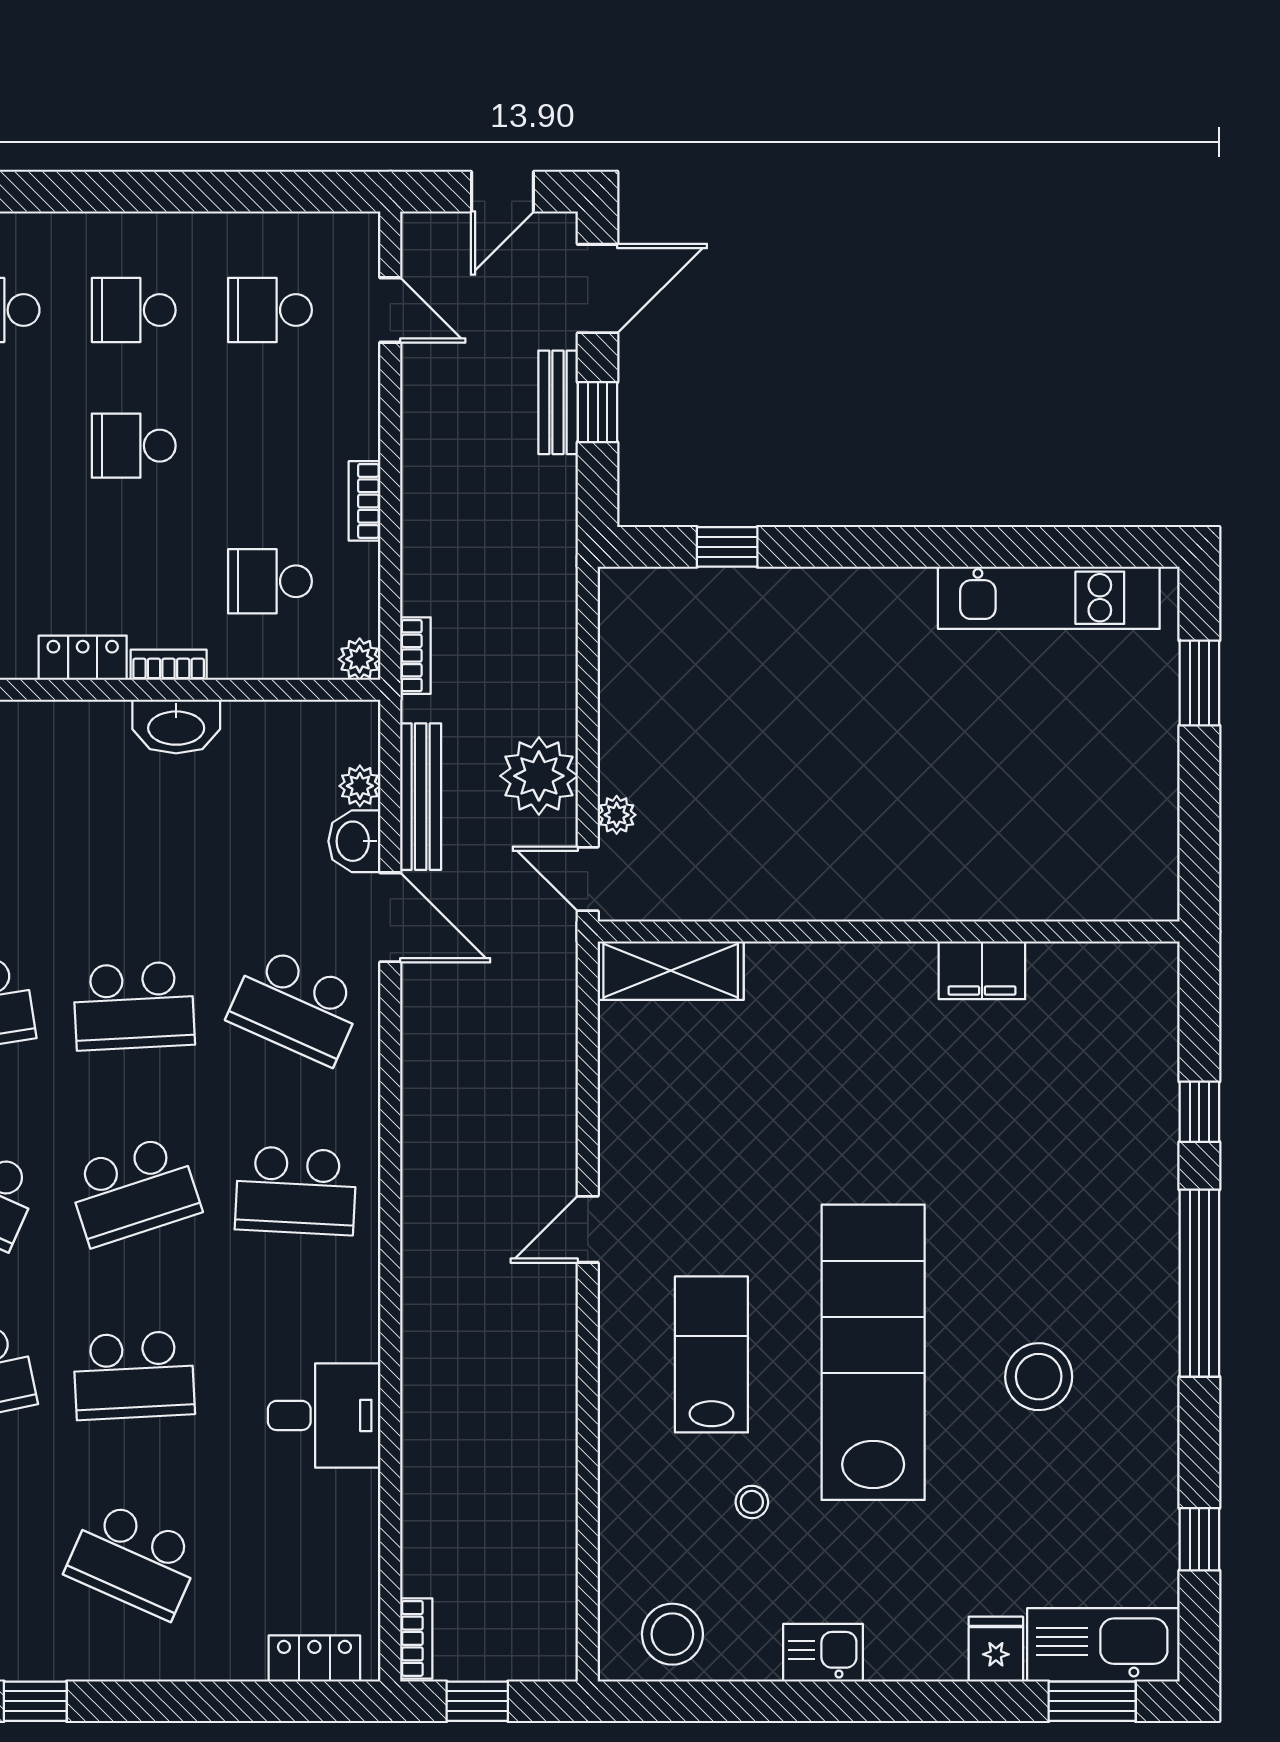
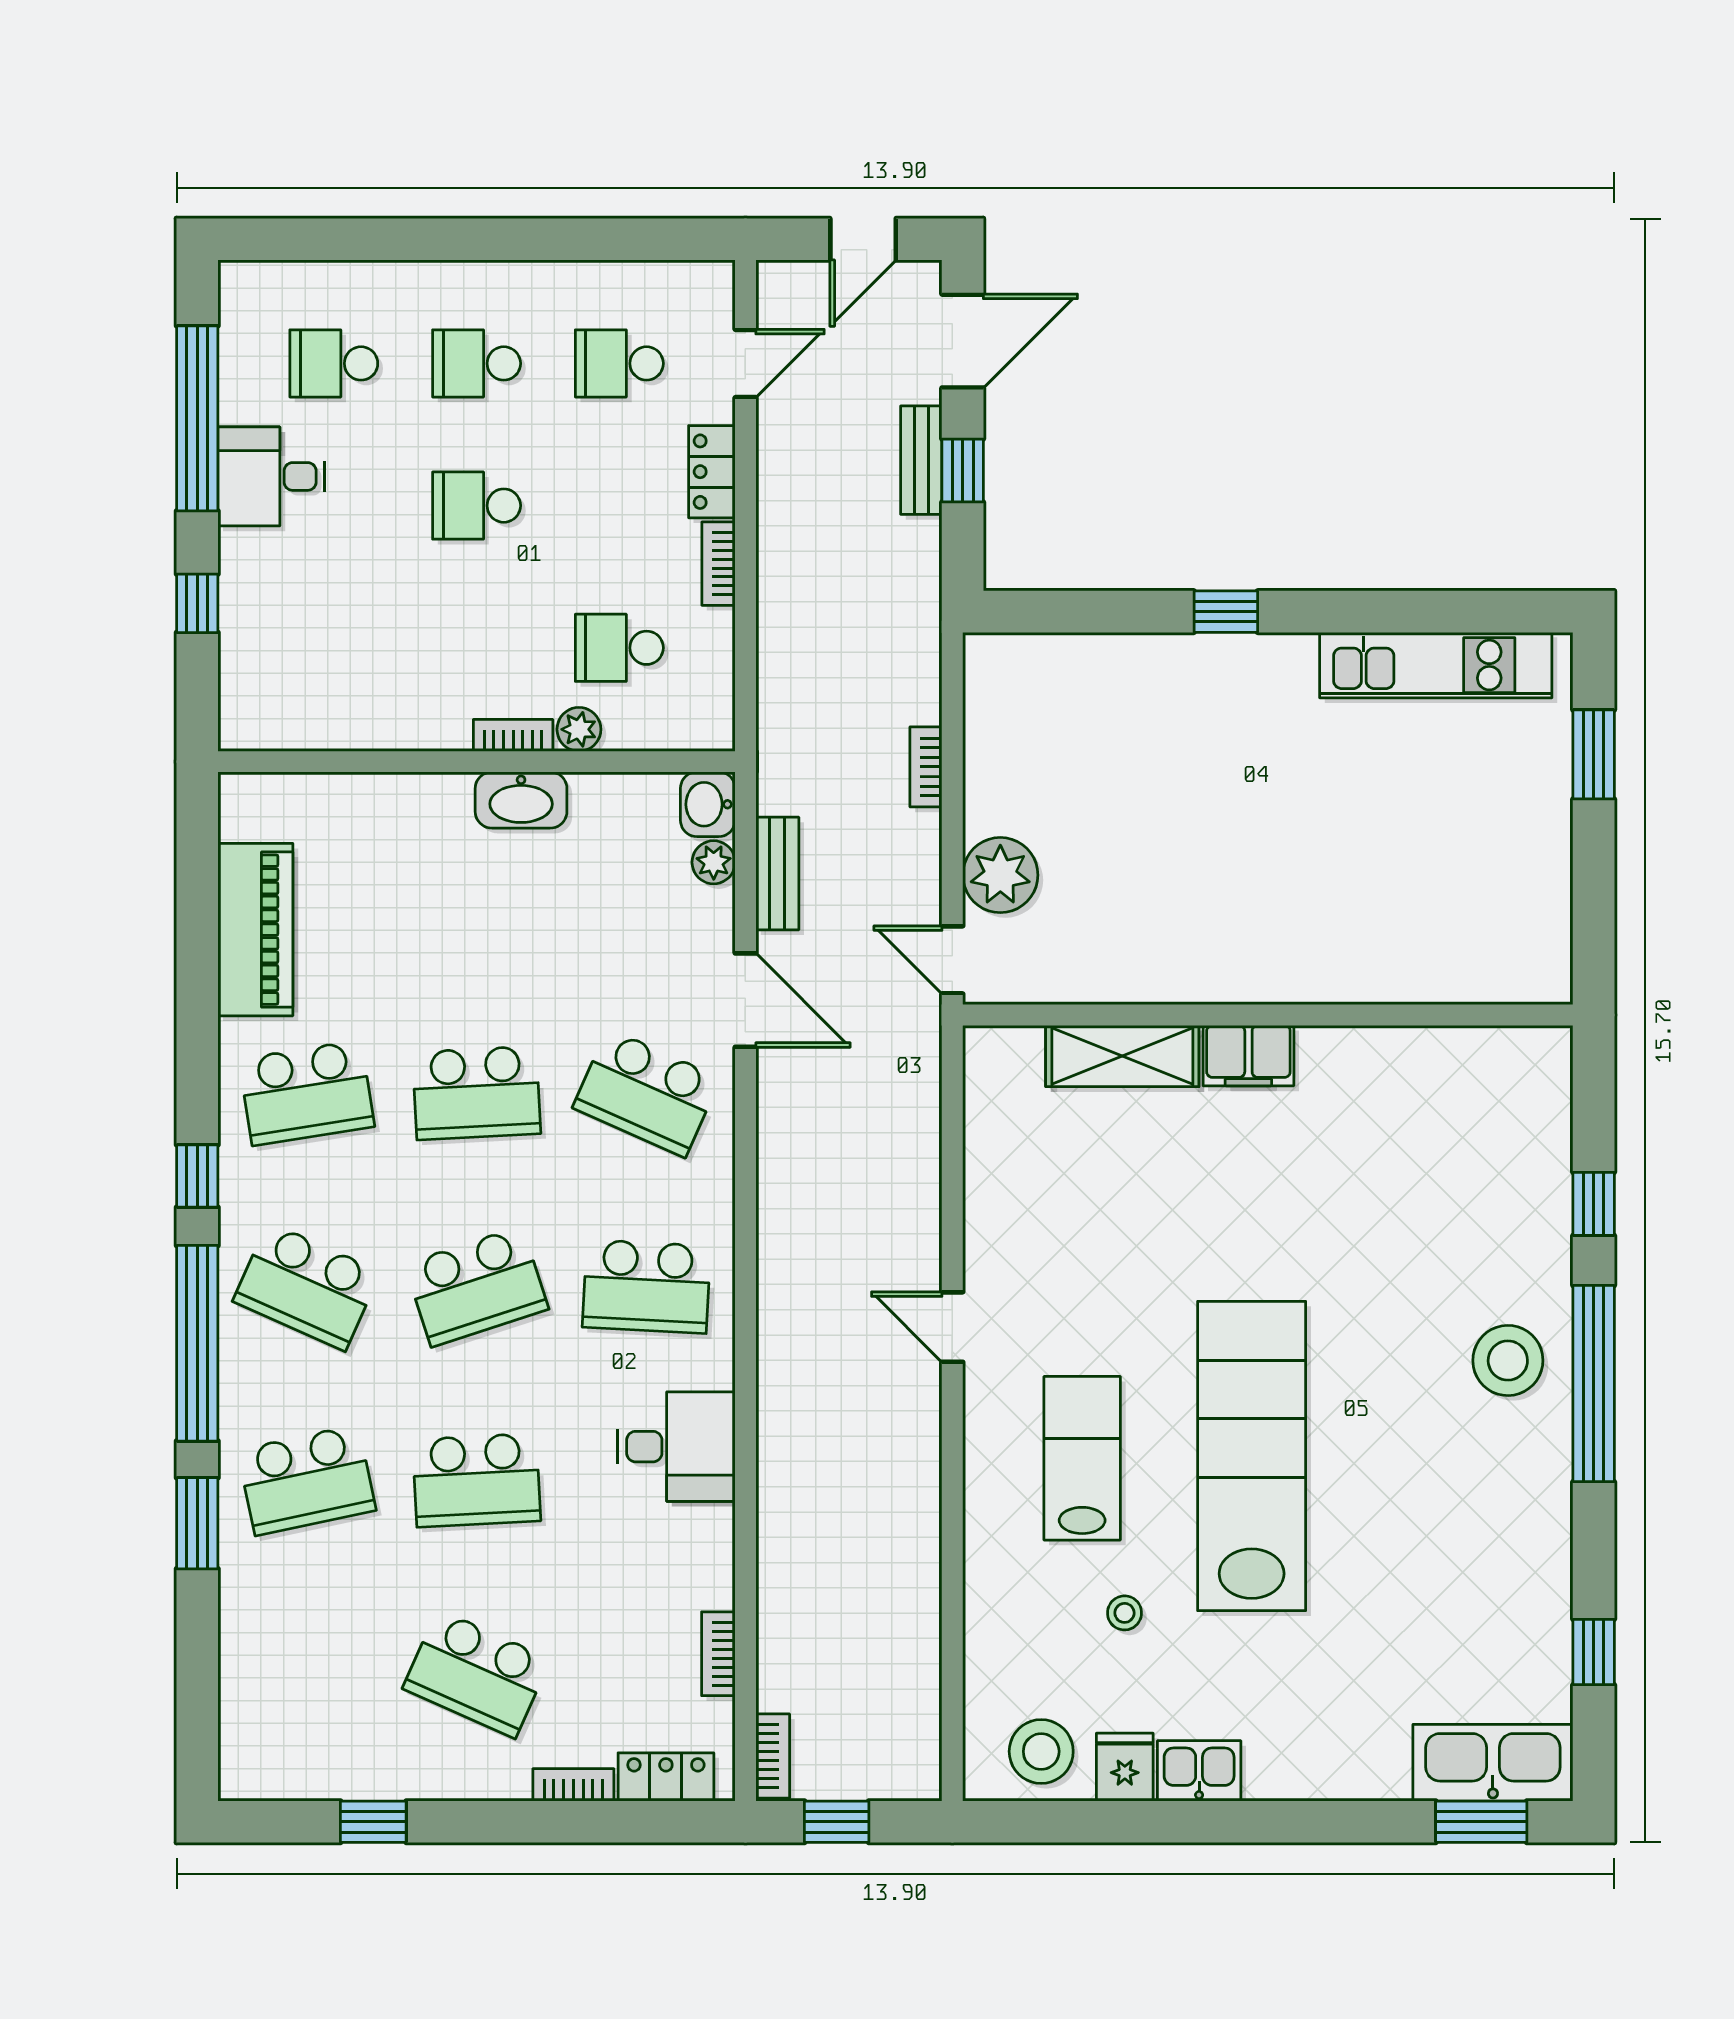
door: (390, 310) -> (745, 364), hinge flipped
window: (727, 547) -> (1226, 612), moved
bookcase: (415, 656) -> (926, 767), moved, turned 180
locker: (83, 658) -> (712, 472), moved, turned -90
plant: (360, 659) -> (579, 729), moved
plant: (539, 776) -> (901, 852), removed
bench: (421, 797) -> (777, 873), width x0.73
plant: (617, 815) -> (1000, 875), width x1.88, depth x1.88
washbasin: (354, 841) -> (708, 804), moved
filing cabinet: (982, 970) -> (1248, 1056), moved
shelving: (671, 971) -> (1122, 1056), moved
door: (588, 1229) -> (952, 1327), hinge flipped
stool: (1039, 1377) -> (1508, 1360), moved
desk: (324, 1415) -> (676, 1447), moved
bookcase: (364, 1541) -> (718, 1654), added
fridge: (996, 1649) -> (1125, 1767), moved
bookcase: (226, 1666) -> (573, 1785), added

